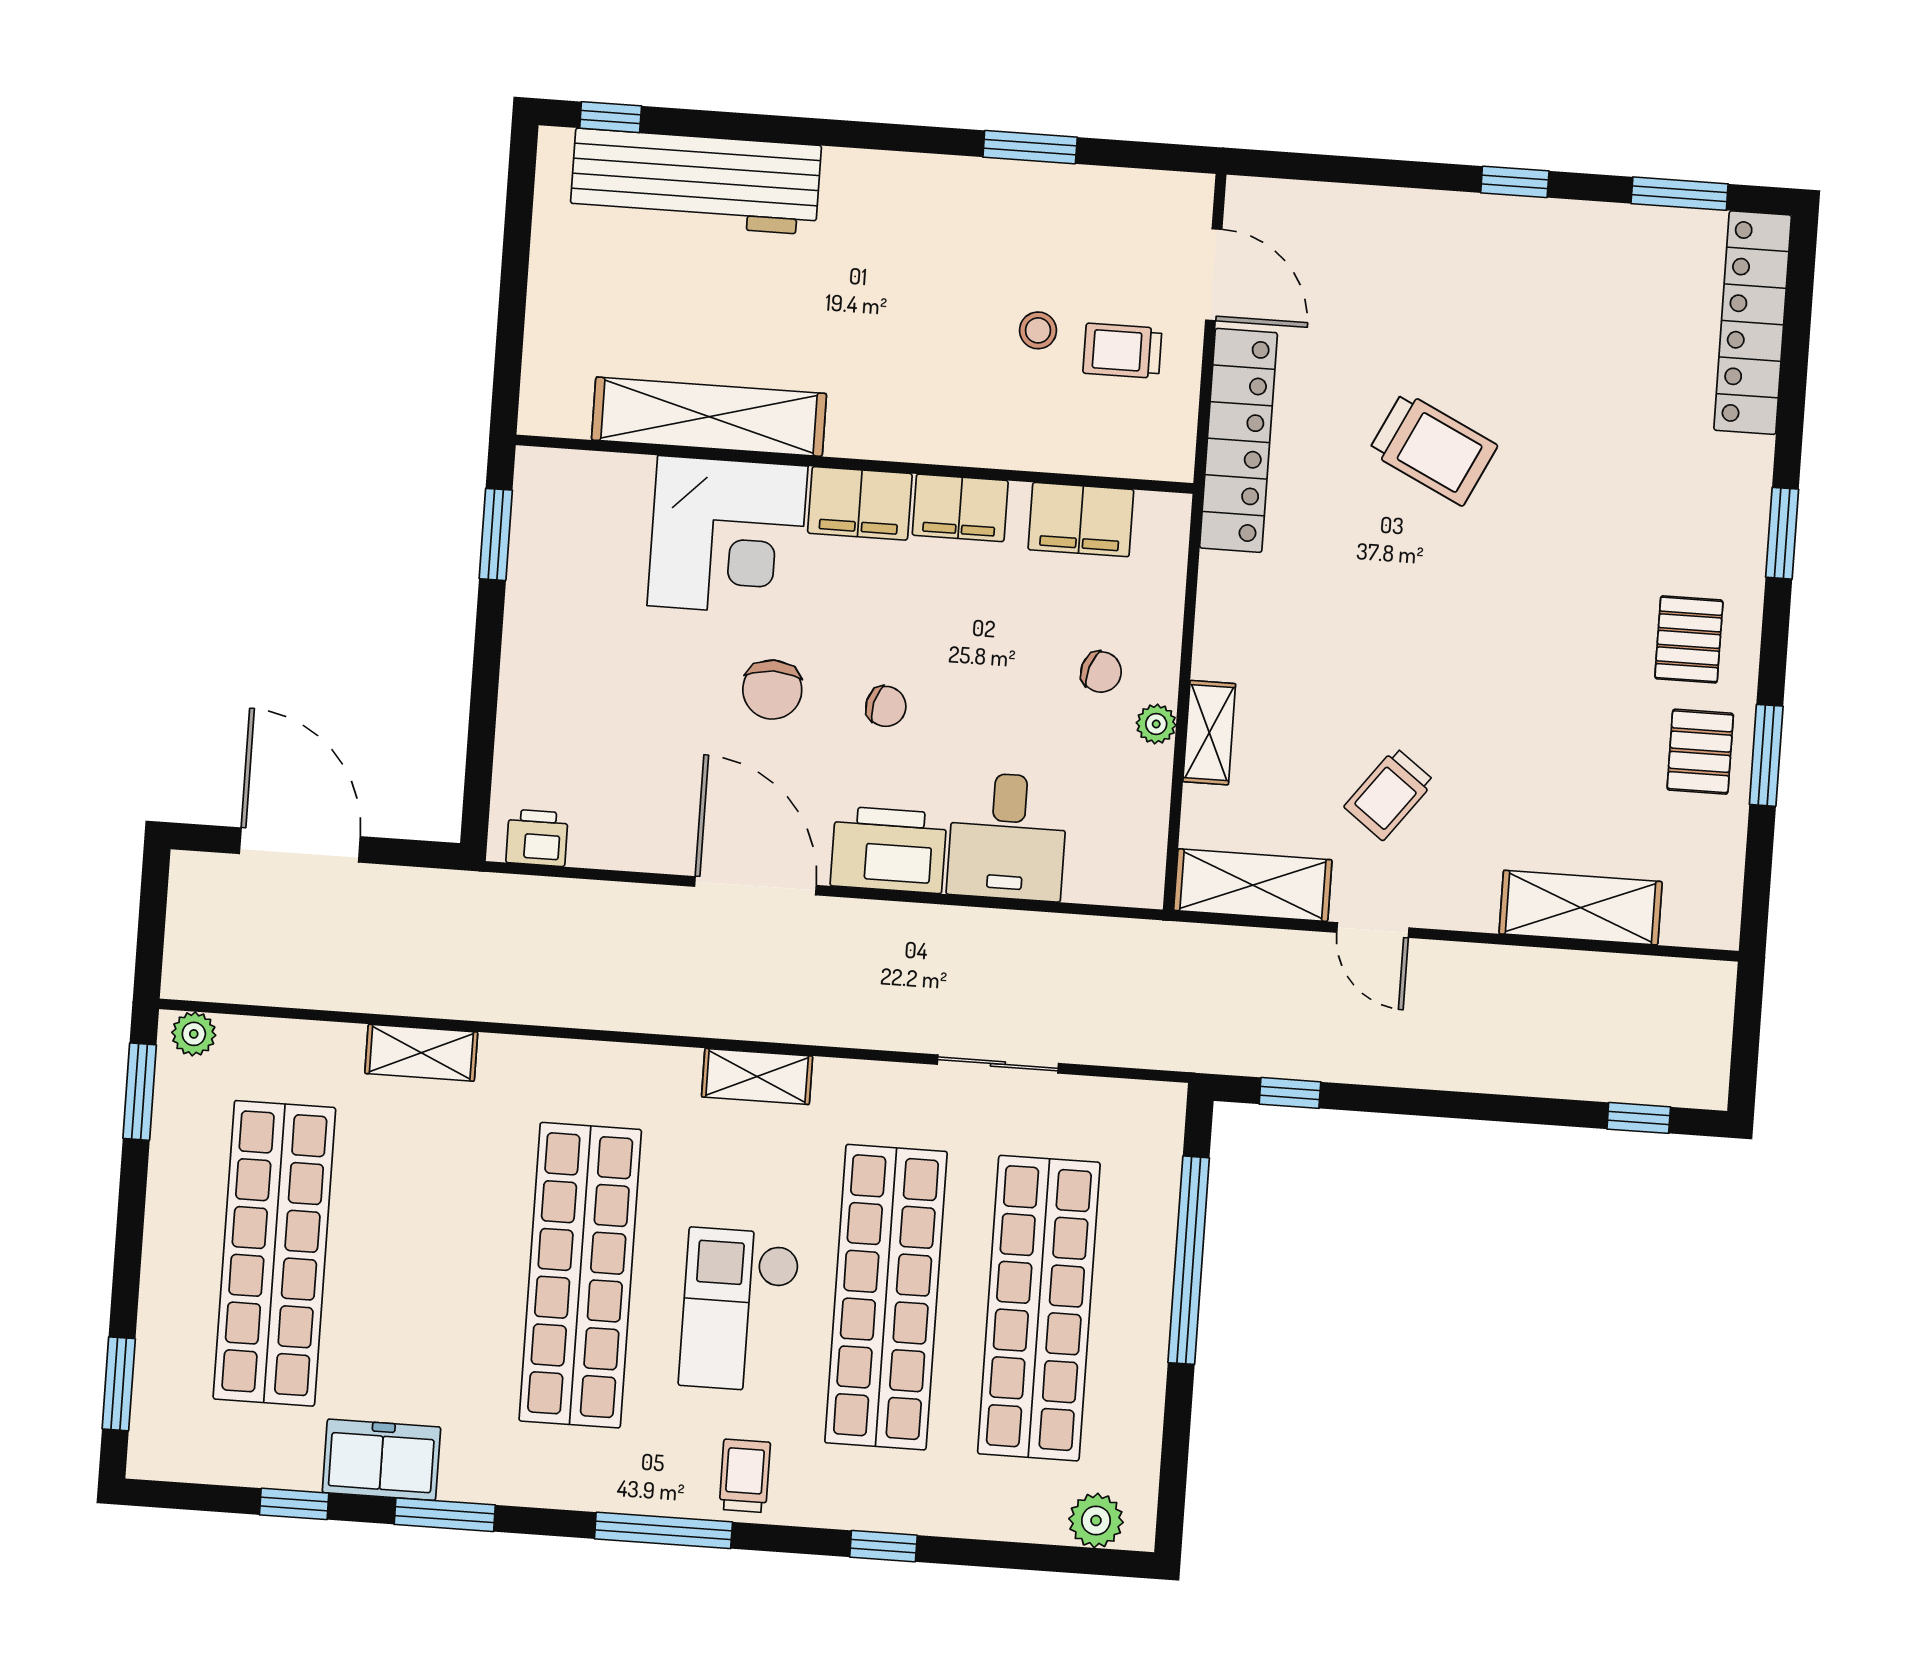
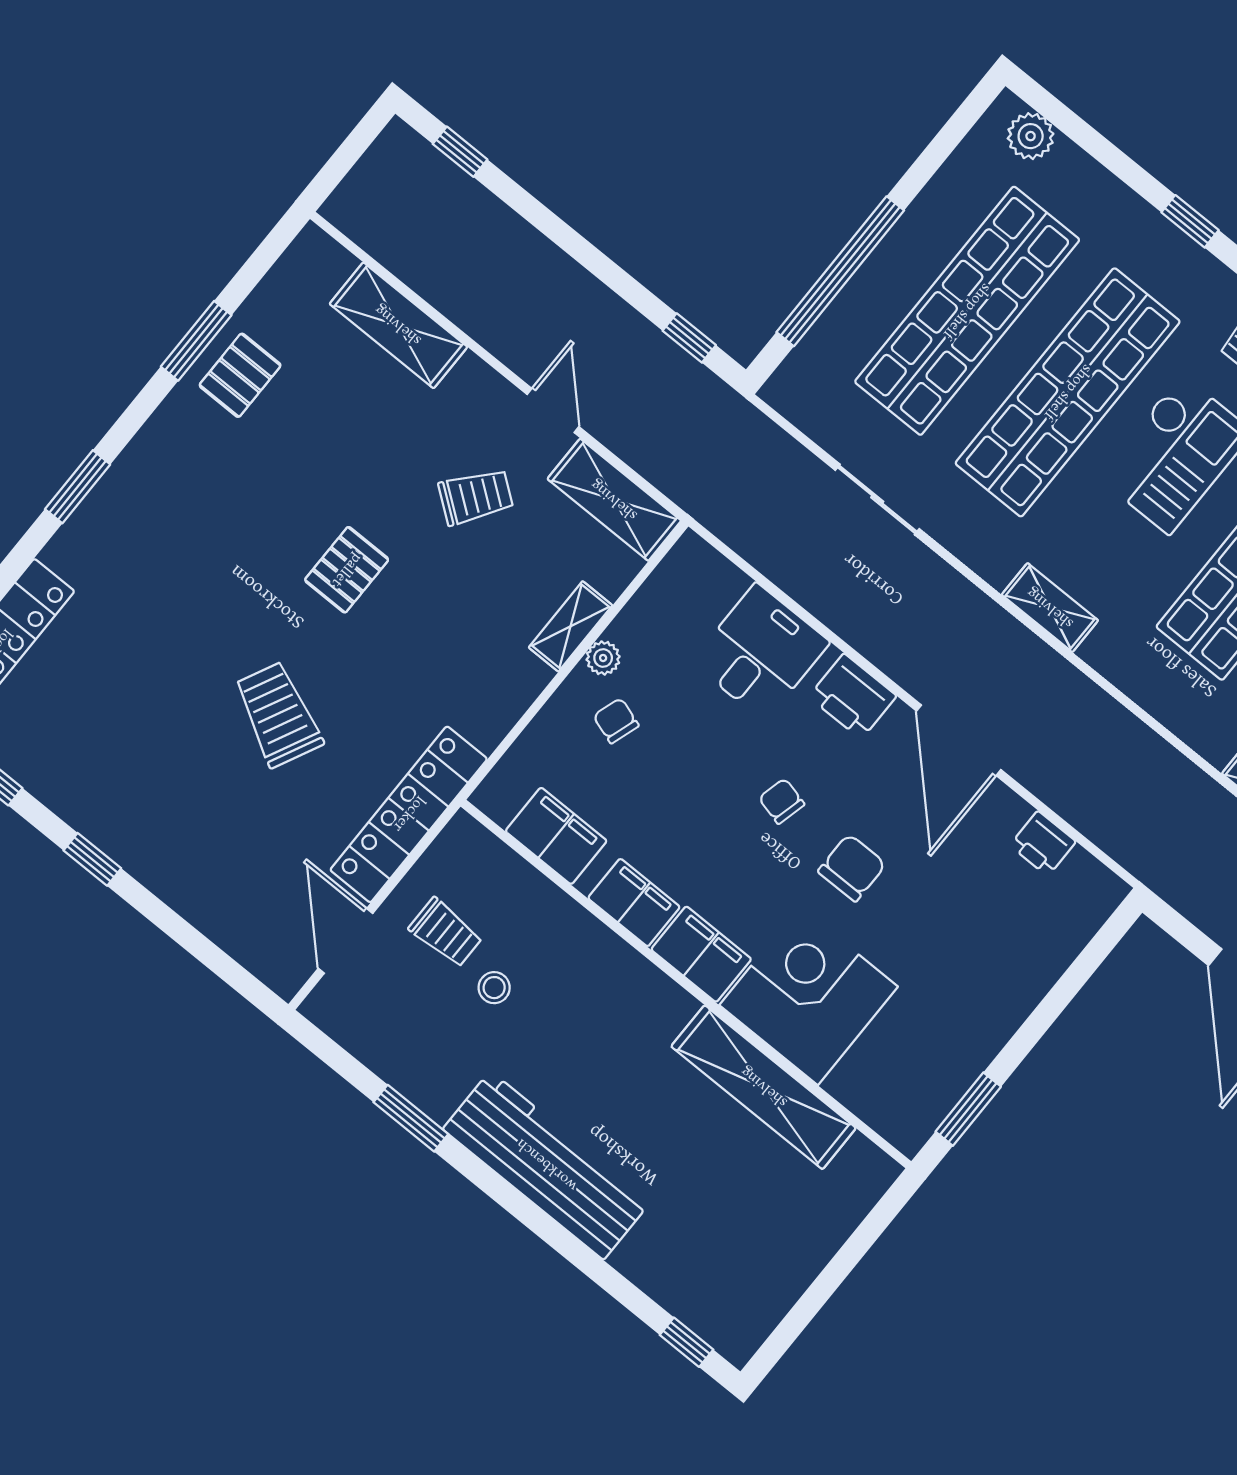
workbench: (695, 182) -> (547, 1165), moved
pallet: (1689, 639) -> (347, 570), moved
printer: (537, 838) -> (1043, 844), moved
printer: (889, 850) -> (853, 696), width x0.73, depth x0.84

